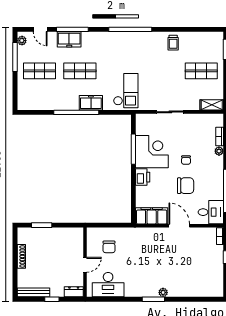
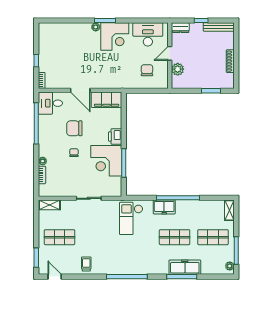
door: (40, 29) -> (55, 277), moved
freezer: (69, 39) -> (185, 267), width x1.40
shelving: (22, 99) -> (229, 210), added
plant: (77, 248) -> (178, 69), added
corner desk: (143, 282) -> (115, 37), added

